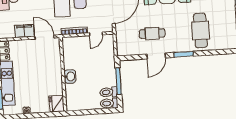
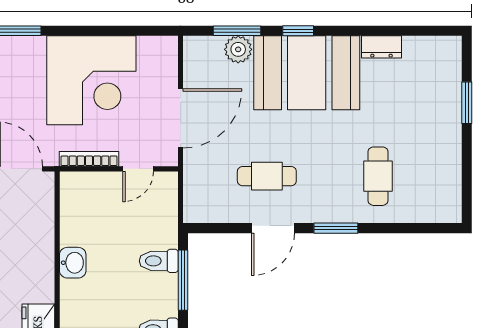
cafe table: (200, 30) -> (378, 176), width x0.73, depth x0.74
toilet: (109, 92) -> (159, 261), moved

